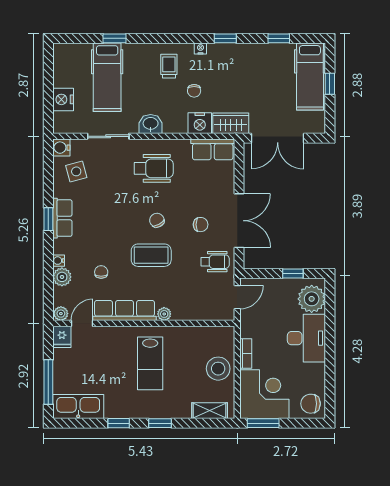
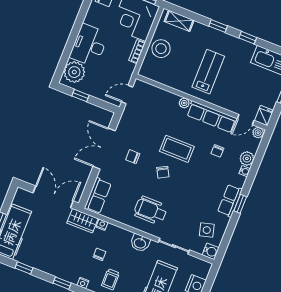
nightstand: (200, 123) -> (102, 225), width x0.53, depth x0.56
row of seats: (213, 149) -> (98, 196), moved, turned 90
wheelchair: (215, 262) -> (133, 126), removed

